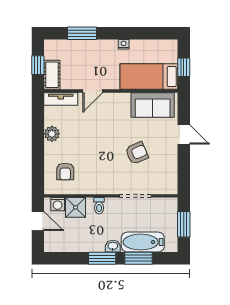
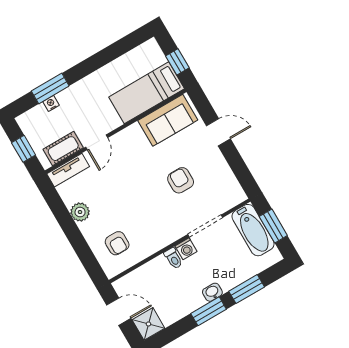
nightstand: (124, 44) -> (51, 103), moved
cot: (52, 75) -> (63, 149), moved, turned 90
armchair: (137, 153) -> (181, 180), turned -67
washing machine: (58, 204) -> (186, 249), moved
shower: (75, 207) -> (148, 324), moved
bathtub: (143, 242) -> (253, 230), moved, turned -90

